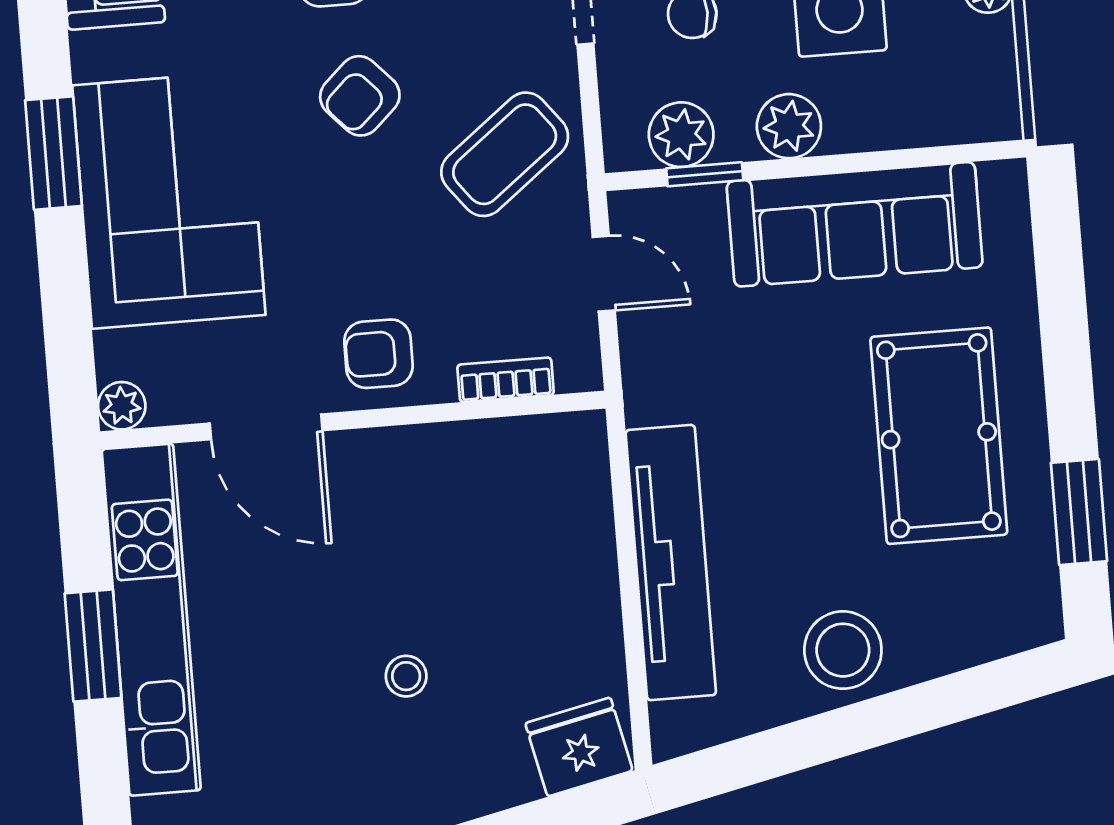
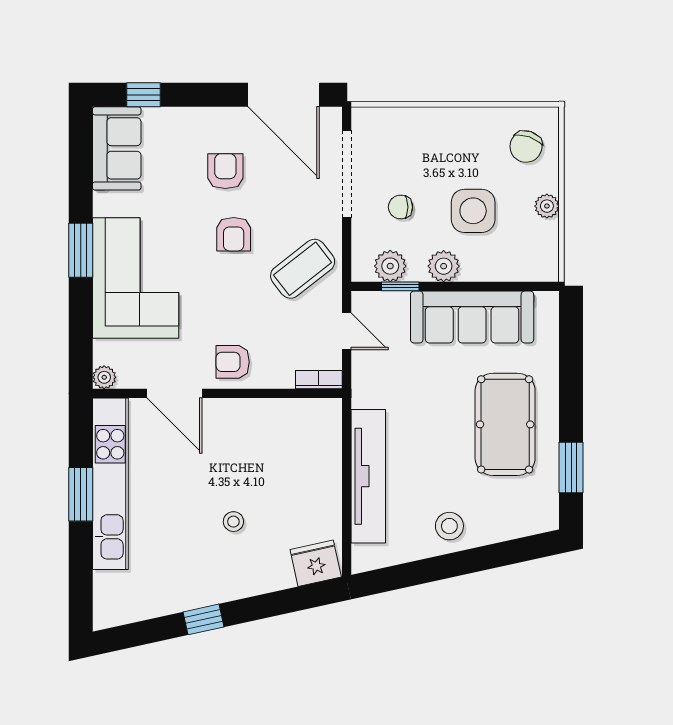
armchair: (360, 96) -> (234, 234), turned -47
bookcase: (506, 380) -> (319, 380), moved
stool: (843, 650) -> (449, 526), width x0.73, depth x0.73

